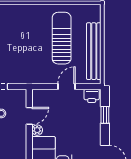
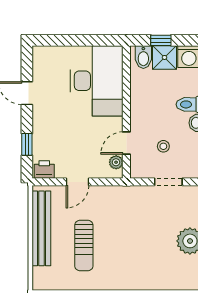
sun lounger: (62, 38) -> (84, 246), width x0.73, depth x0.75
plant: (37, 130) -> (116, 162), moved

